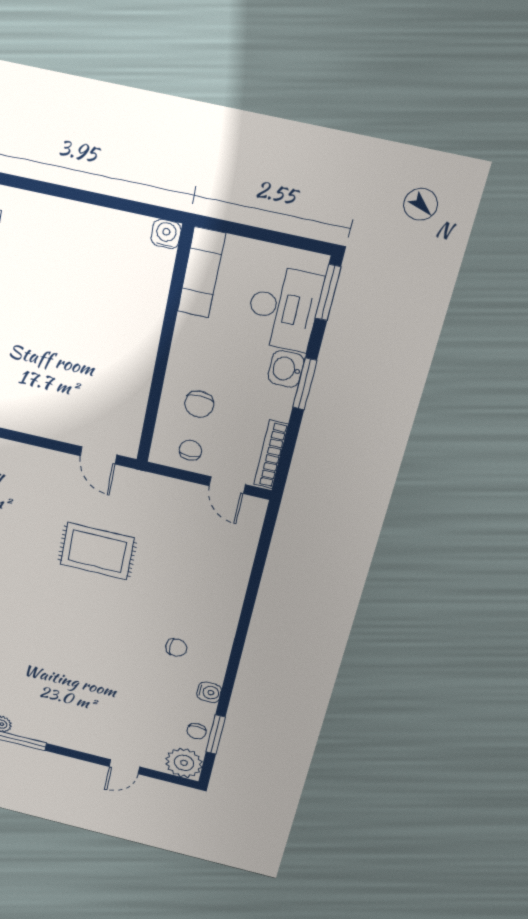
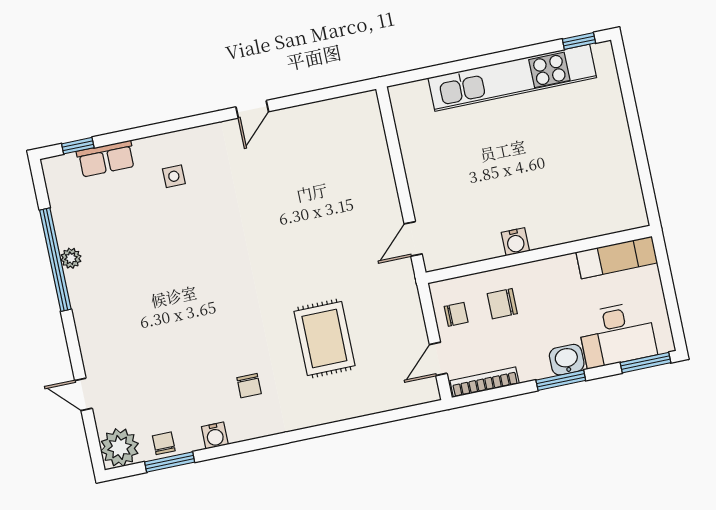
water cooler: (166, 234) -> (515, 242), moved, turned 90
rug: (97, 551) -> (324, 338), moved
chair: (197, 731) -> (164, 443), turned 90

